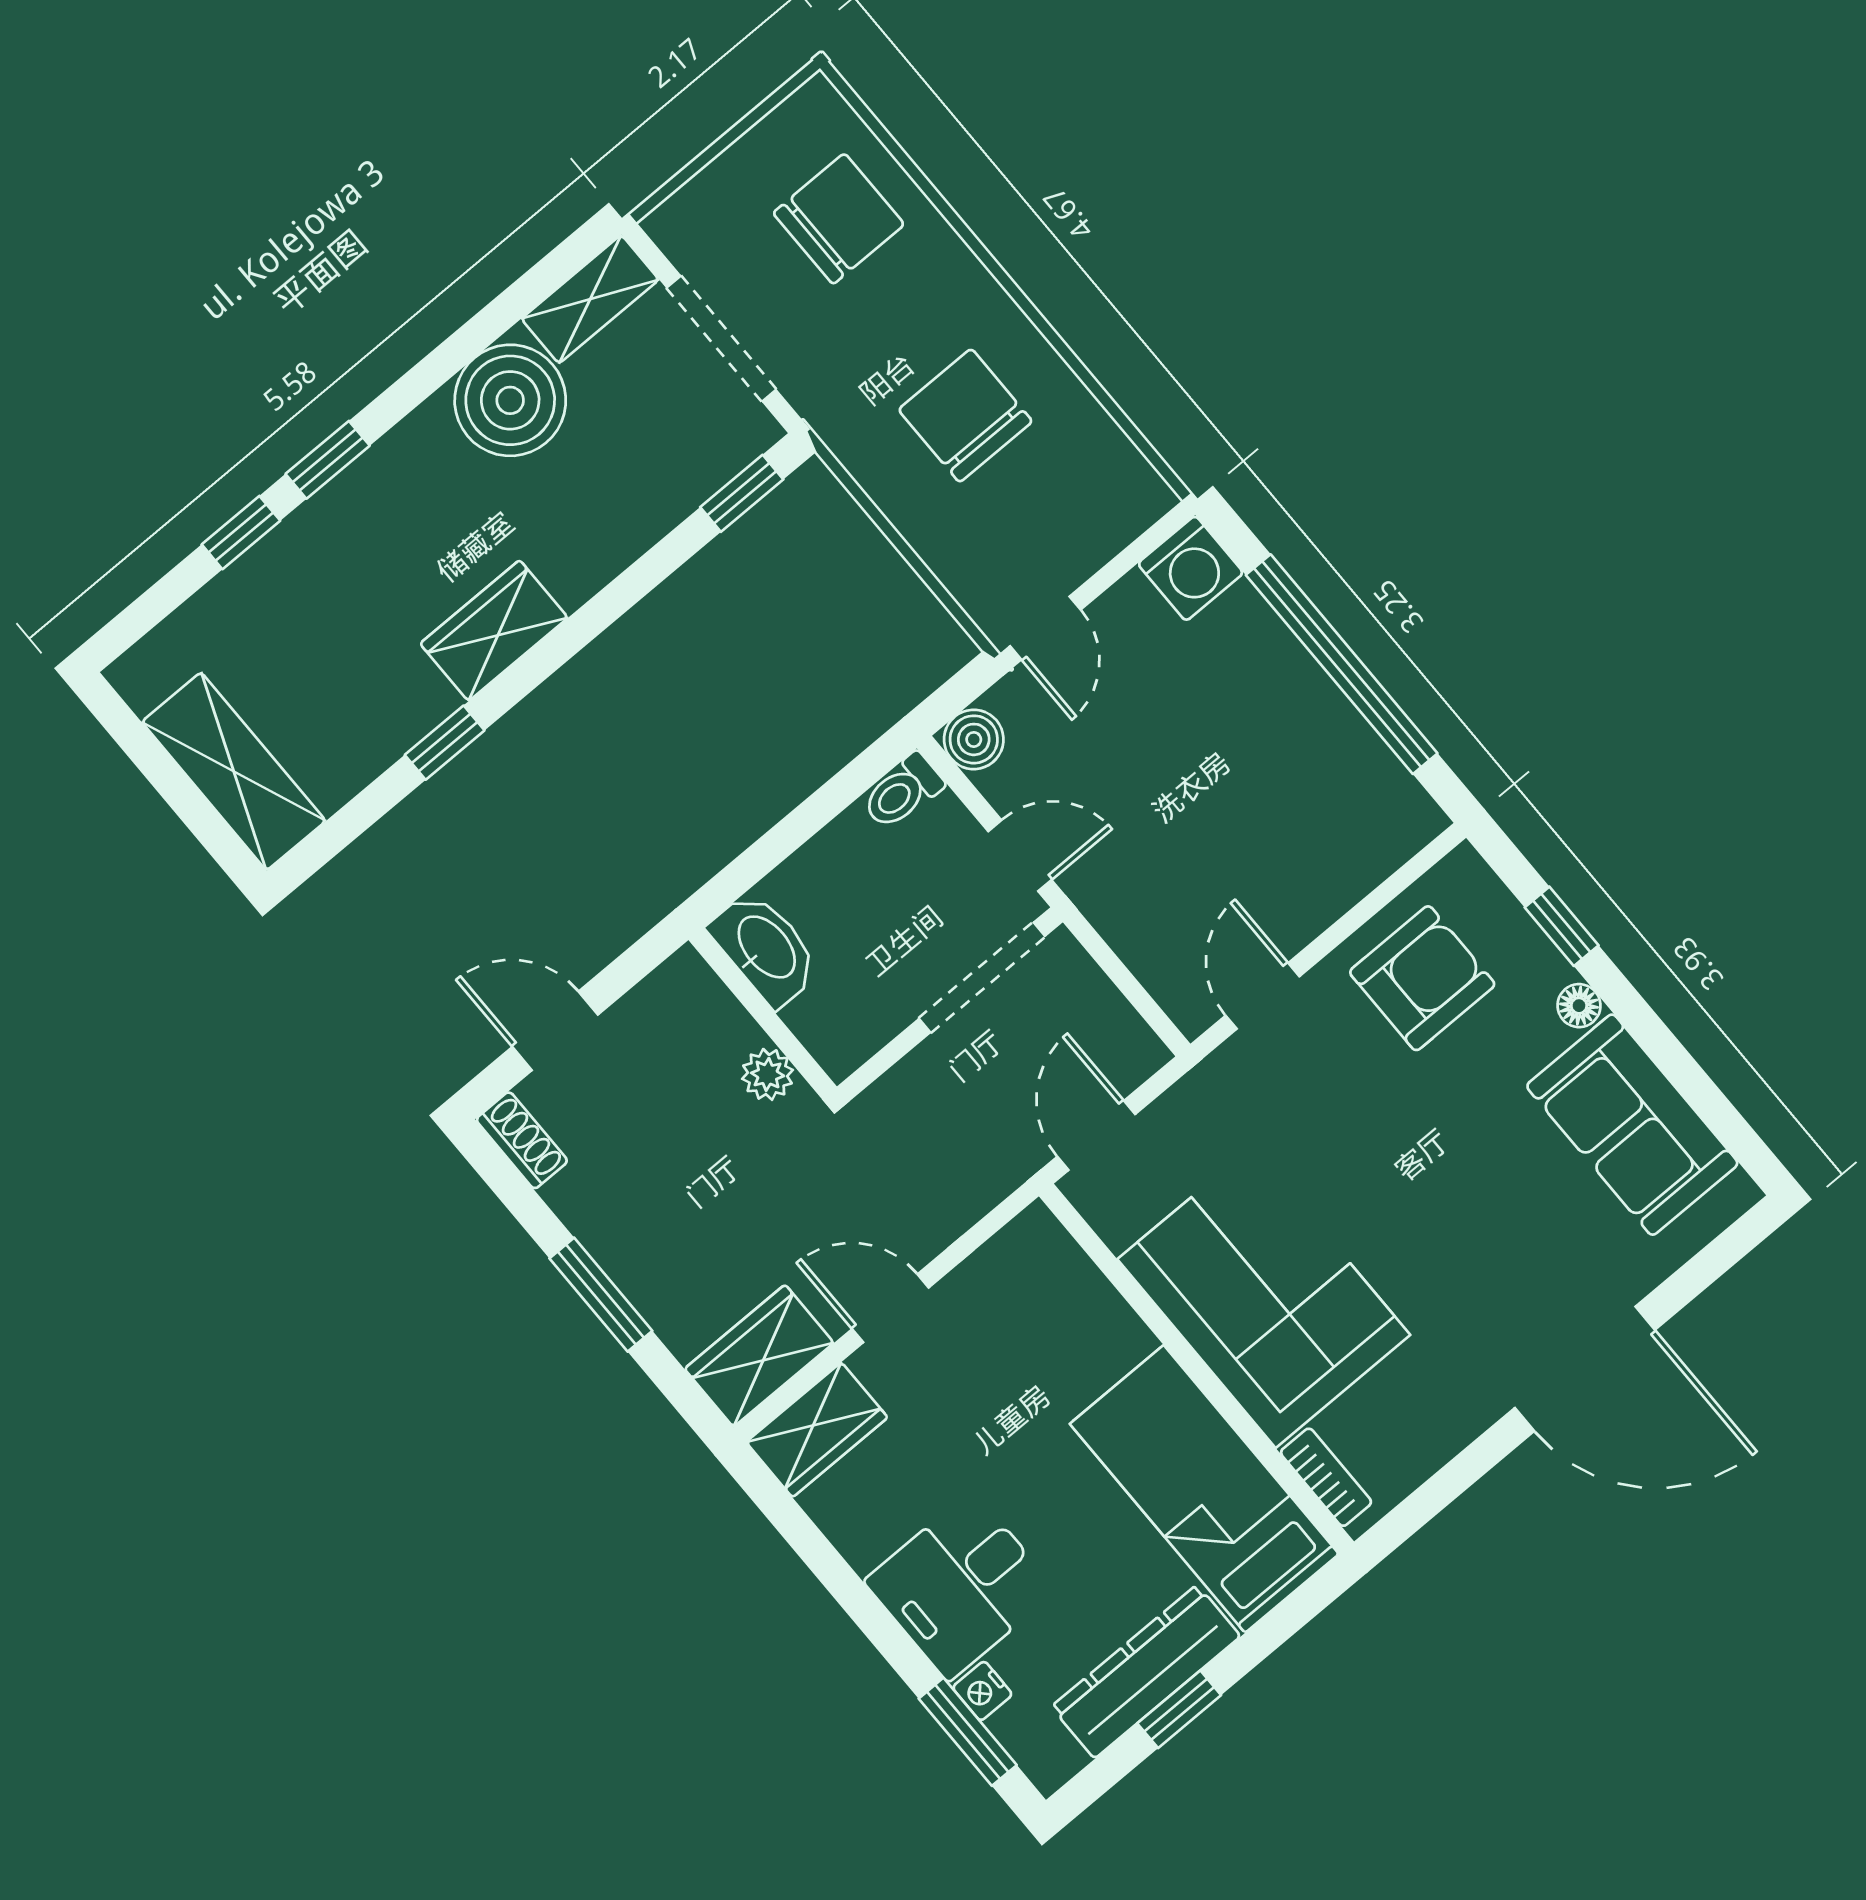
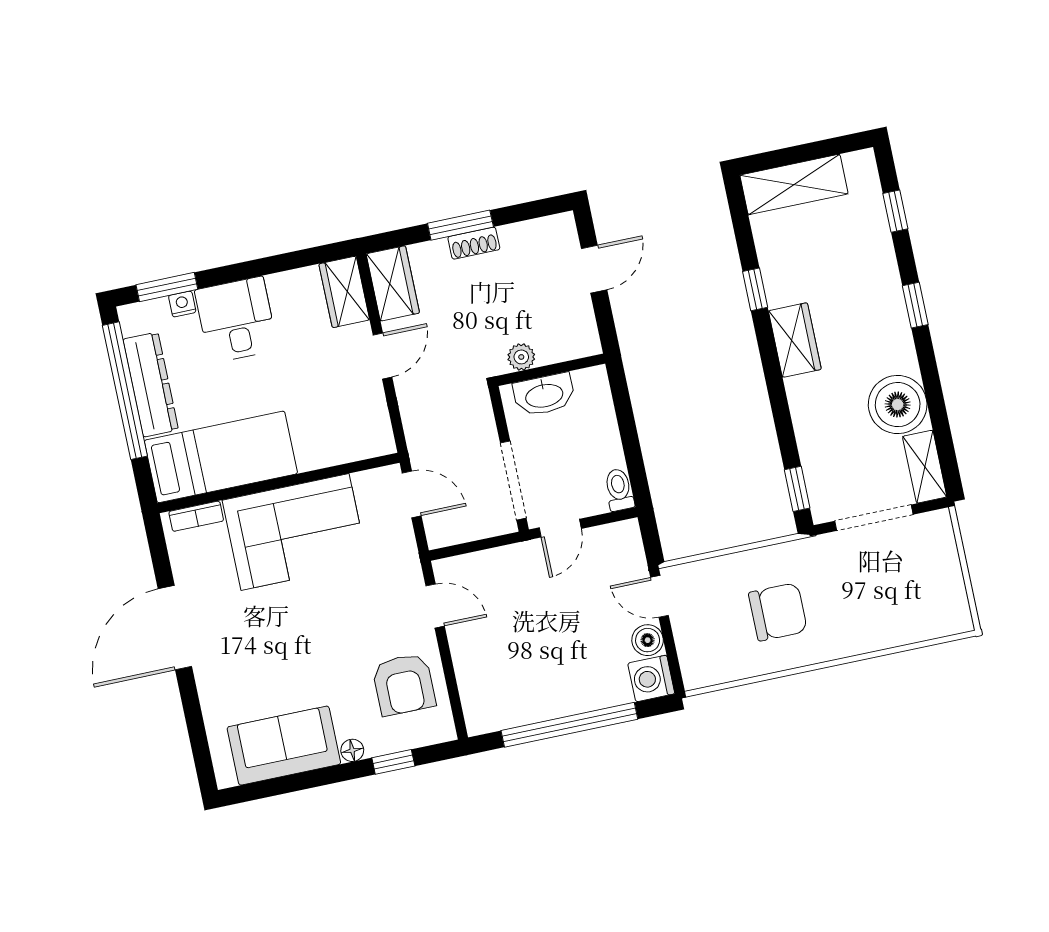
chair: (839, 219) -> (900, 602), removed
window: (241, 533) -> (895, 211), moved
boiler: (974, 739) -> (648, 640), moved
washbasin: (765, 948) -> (544, 395), moved
shoe rack: (522, 1140) -> (474, 243), moved
door: (1585, 1369) -> (175, 628), moved
window: (1179, 1709) -> (125, 391), width x3.17

